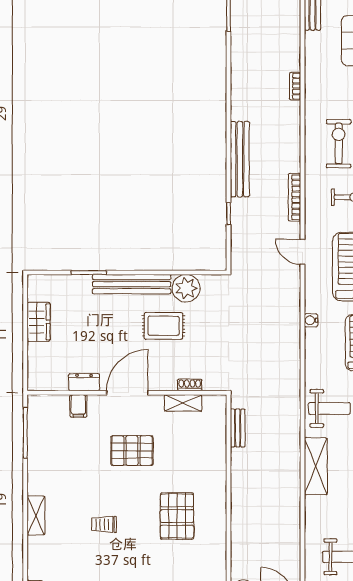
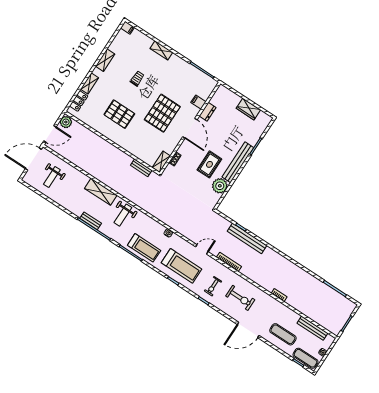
bench: (240, 159) -> (247, 238), moved
shelving: (183, 403) -> (161, 162), moved
pallet: (132, 451) -> (162, 113), width x1.37, depth x1.41

